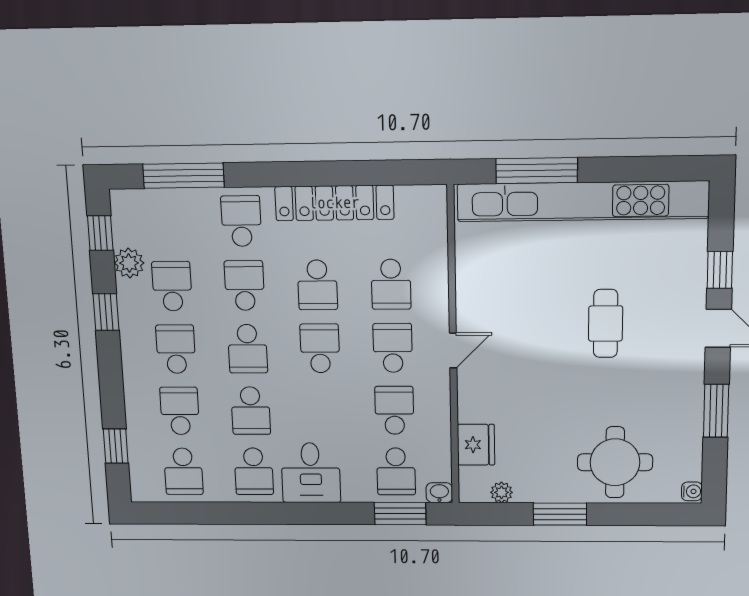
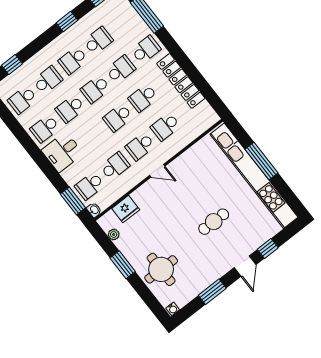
window: (537, 171) -> (262, 161), moved
plant: (129, 263) -> (95, 17), removed
school desk: (320, 348) -> (118, 118), turned 180
school desk: (393, 348) -> (140, 146), turned 180
school desk: (176, 349) -> (73, 60), turned 180

